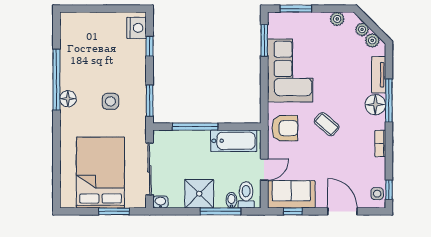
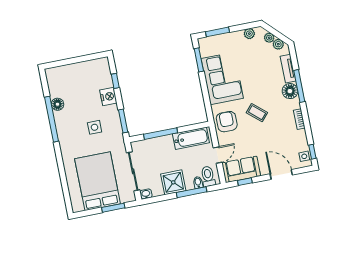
nightstand: (137, 28) -> (108, 96), moved
floor lamp: (68, 99) -> (57, 104), moved
armchair: (285, 128) -> (227, 122), turned -90

